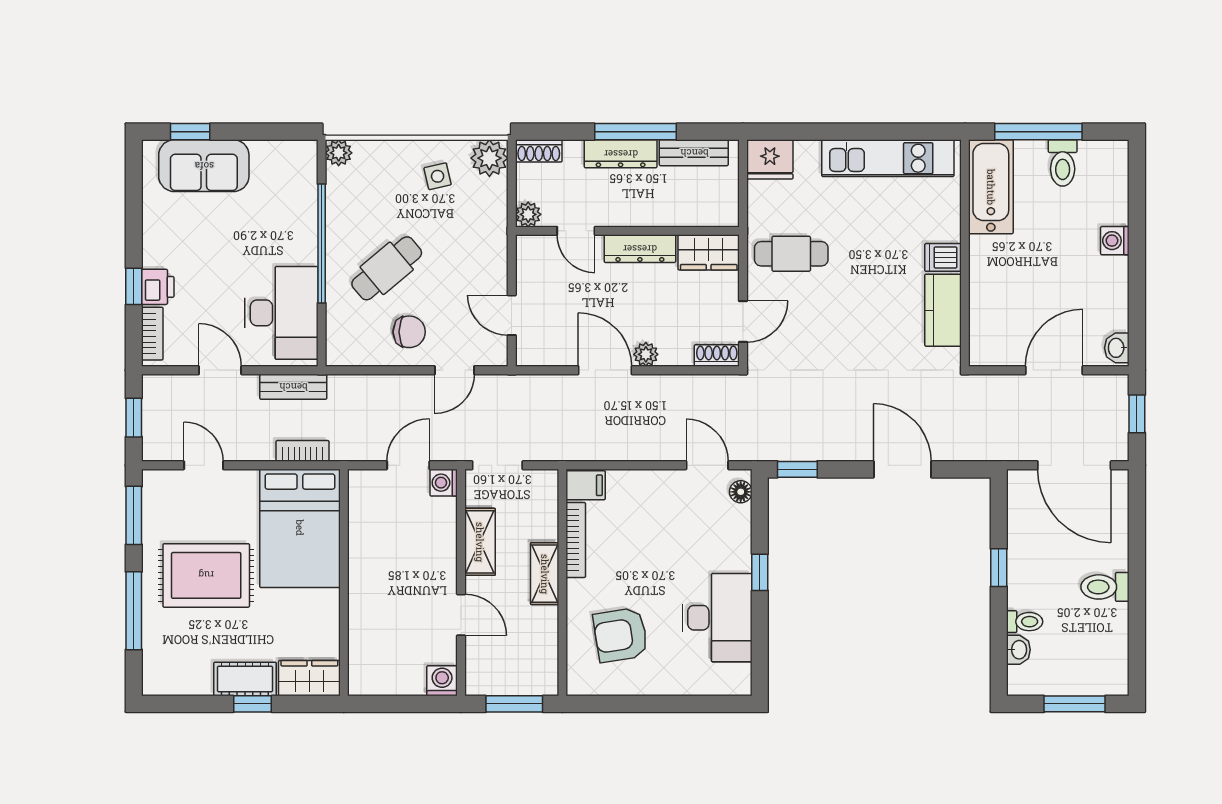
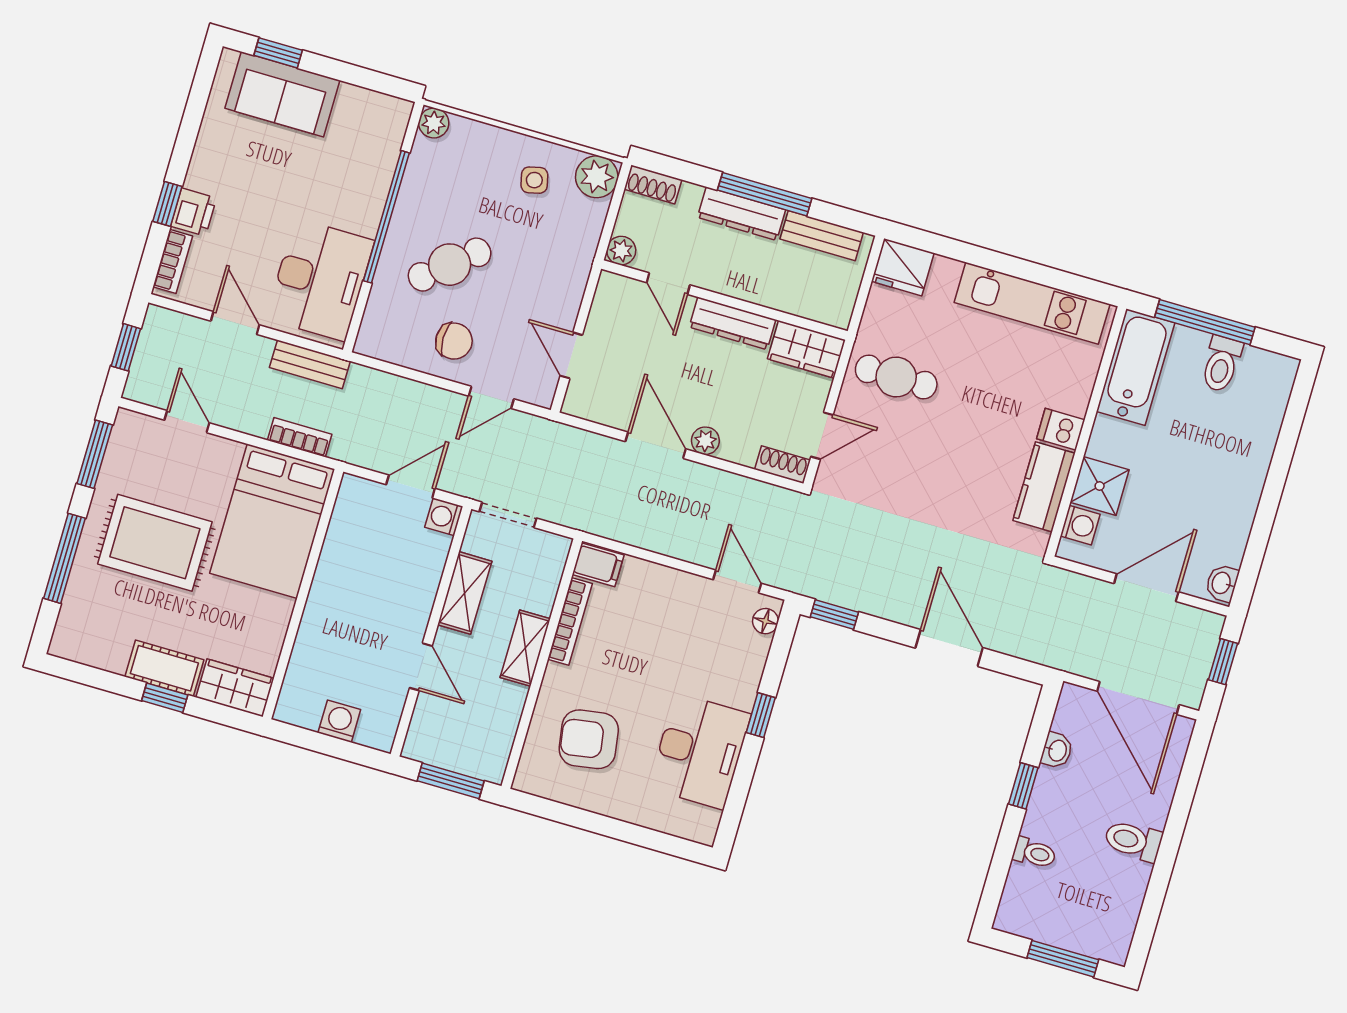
washing machine: (1115, 241) -> (1080, 525), moved, turned 180
shower: (990, 296) -> (1100, 486), added
washbasin: (1018, 650) -> (1057, 750), moved
washing machine: (442, 681) -> (339, 721), moved

